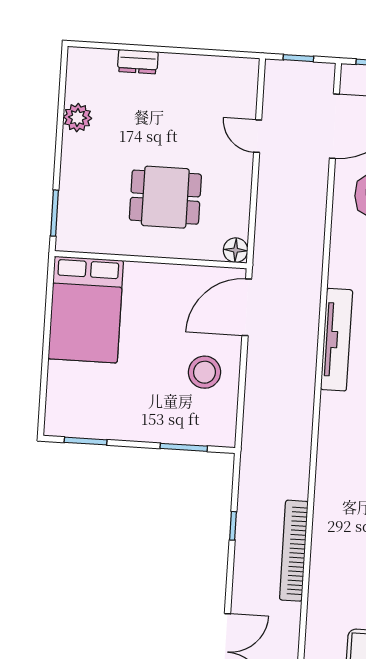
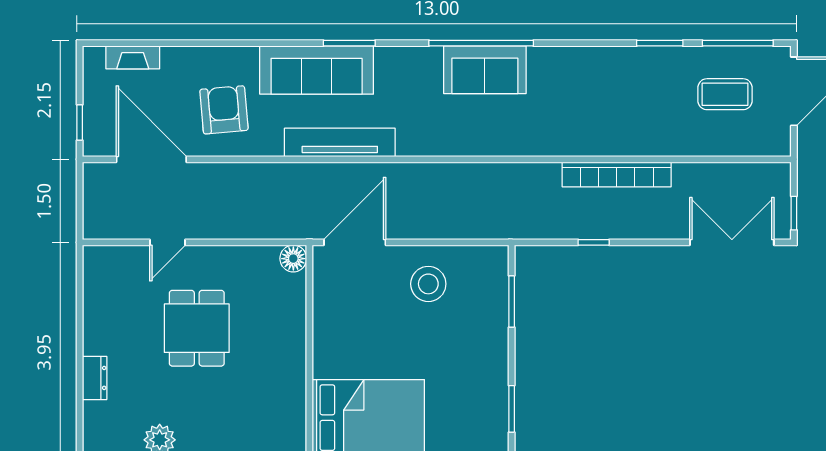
window: (298, 58) -> (80, 203), removed
dining table: (165, 197) -> (197, 328), moved
door: (247, 307) -> (355, 242), swing flipped
tv unit: (337, 340) -> (340, 142), moved

